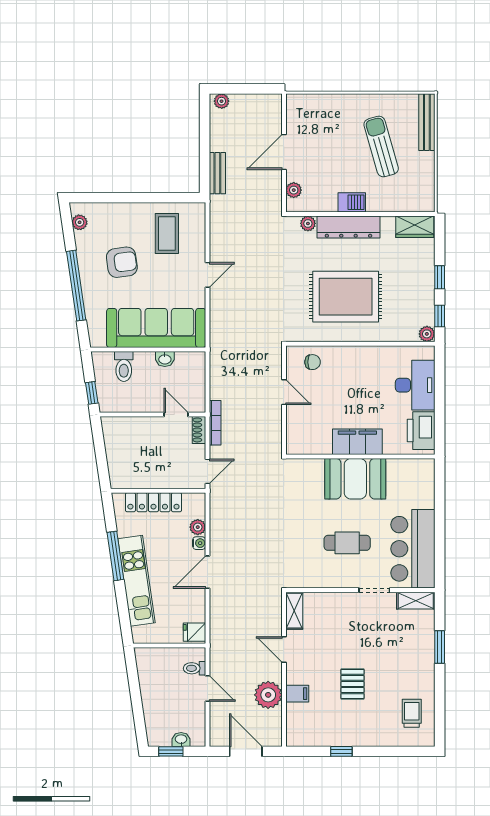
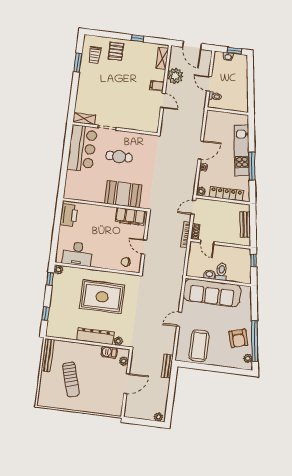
bench: (427, 122) -> (48, 355), moved
bench: (217, 173) -> (167, 366), moved
barbecue: (352, 202) -> (109, 352), moved
wardrobe: (415, 227) -> (58, 331), removed
coffee table: (167, 233) -> (199, 346), width x1.36, depth x1.32
armchair: (122, 262) -> (238, 338), moved, turned -98
window: (440, 277) -> (46, 313), moved
window: (76, 286) -> (255, 341), moved
toilet: (124, 366) -> (221, 272), moved
desk: (415, 385) -> (77, 254), moved, turned -90
filing cabinet: (357, 442) -> (130, 216), moved
bench: (114, 453) -> (245, 225), added
booth: (355, 479) -> (123, 194), moved
plant: (198, 527) -> (201, 191), moved
shelving: (294, 611) -> (162, 58), moved
fridge: (195, 632) -> (212, 117), removed
window: (440, 647) -> (78, 63), moved
pallet: (352, 684) -> (116, 51), moved
filing cabinet: (297, 694) -> (157, 86), moved

